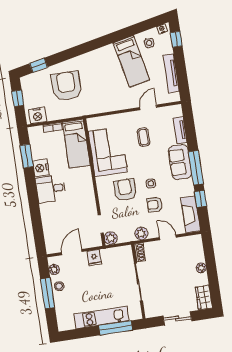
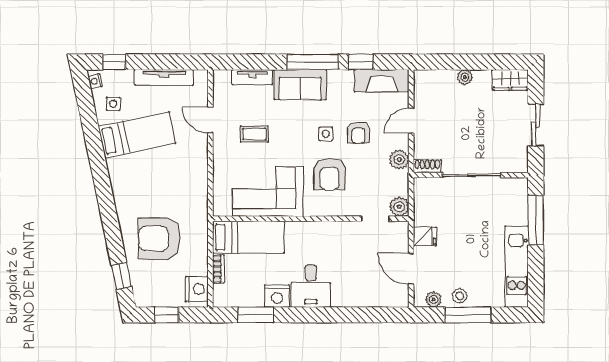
armchair: (125, 190) -> (329, 174), turned -90
kitchen unit: (102, 317) -> (517, 267), moved

